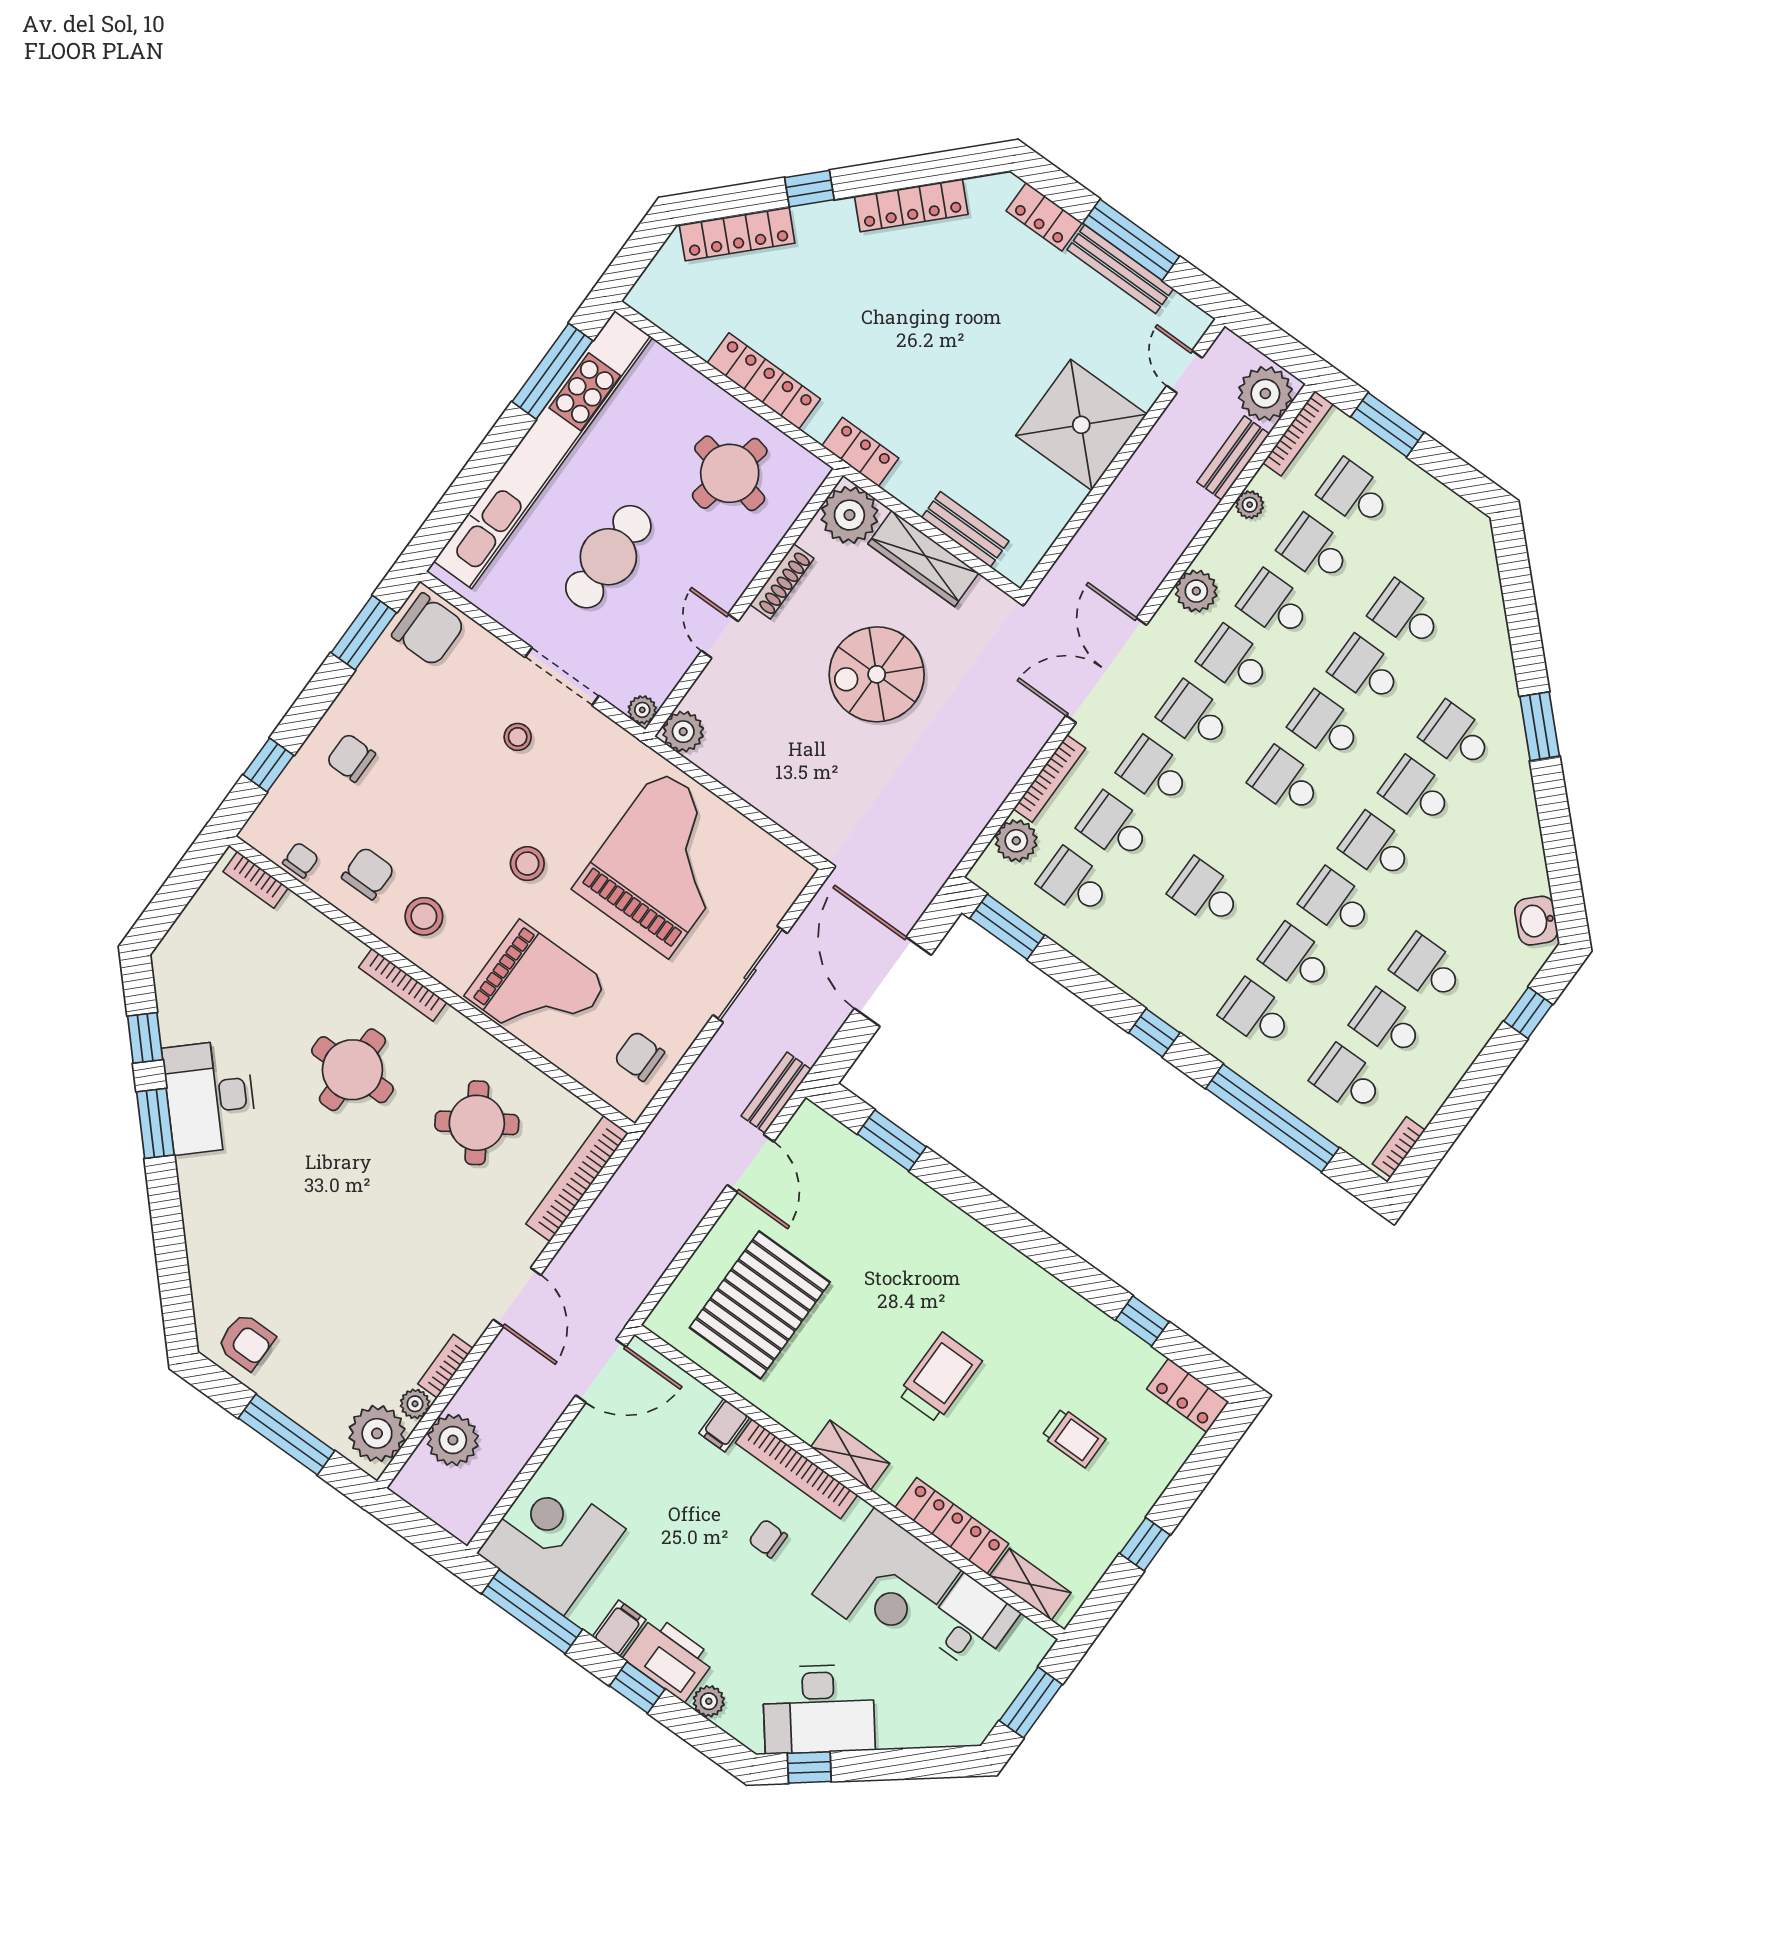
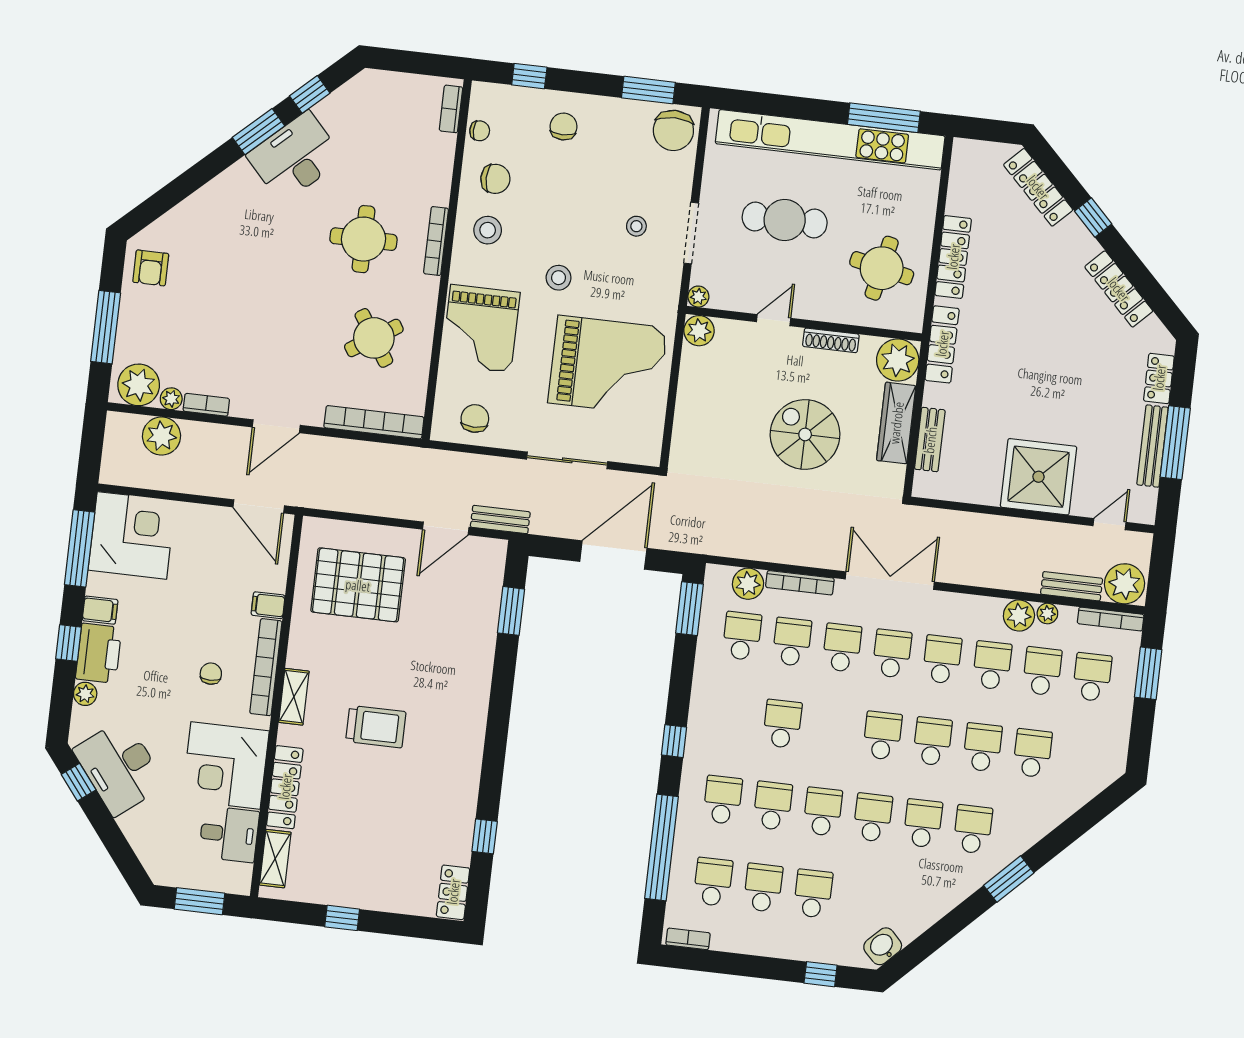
locker: (860, 452) -> (942, 344), width x1.53
plant: (1196, 591) -> (1019, 615), moved
trolley: (1074, 1438) -> (385, 834), removed

